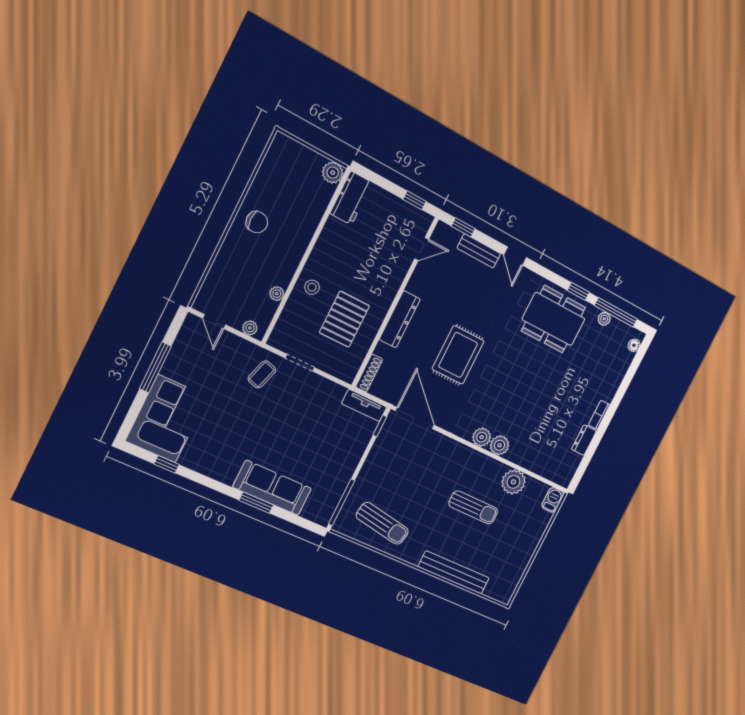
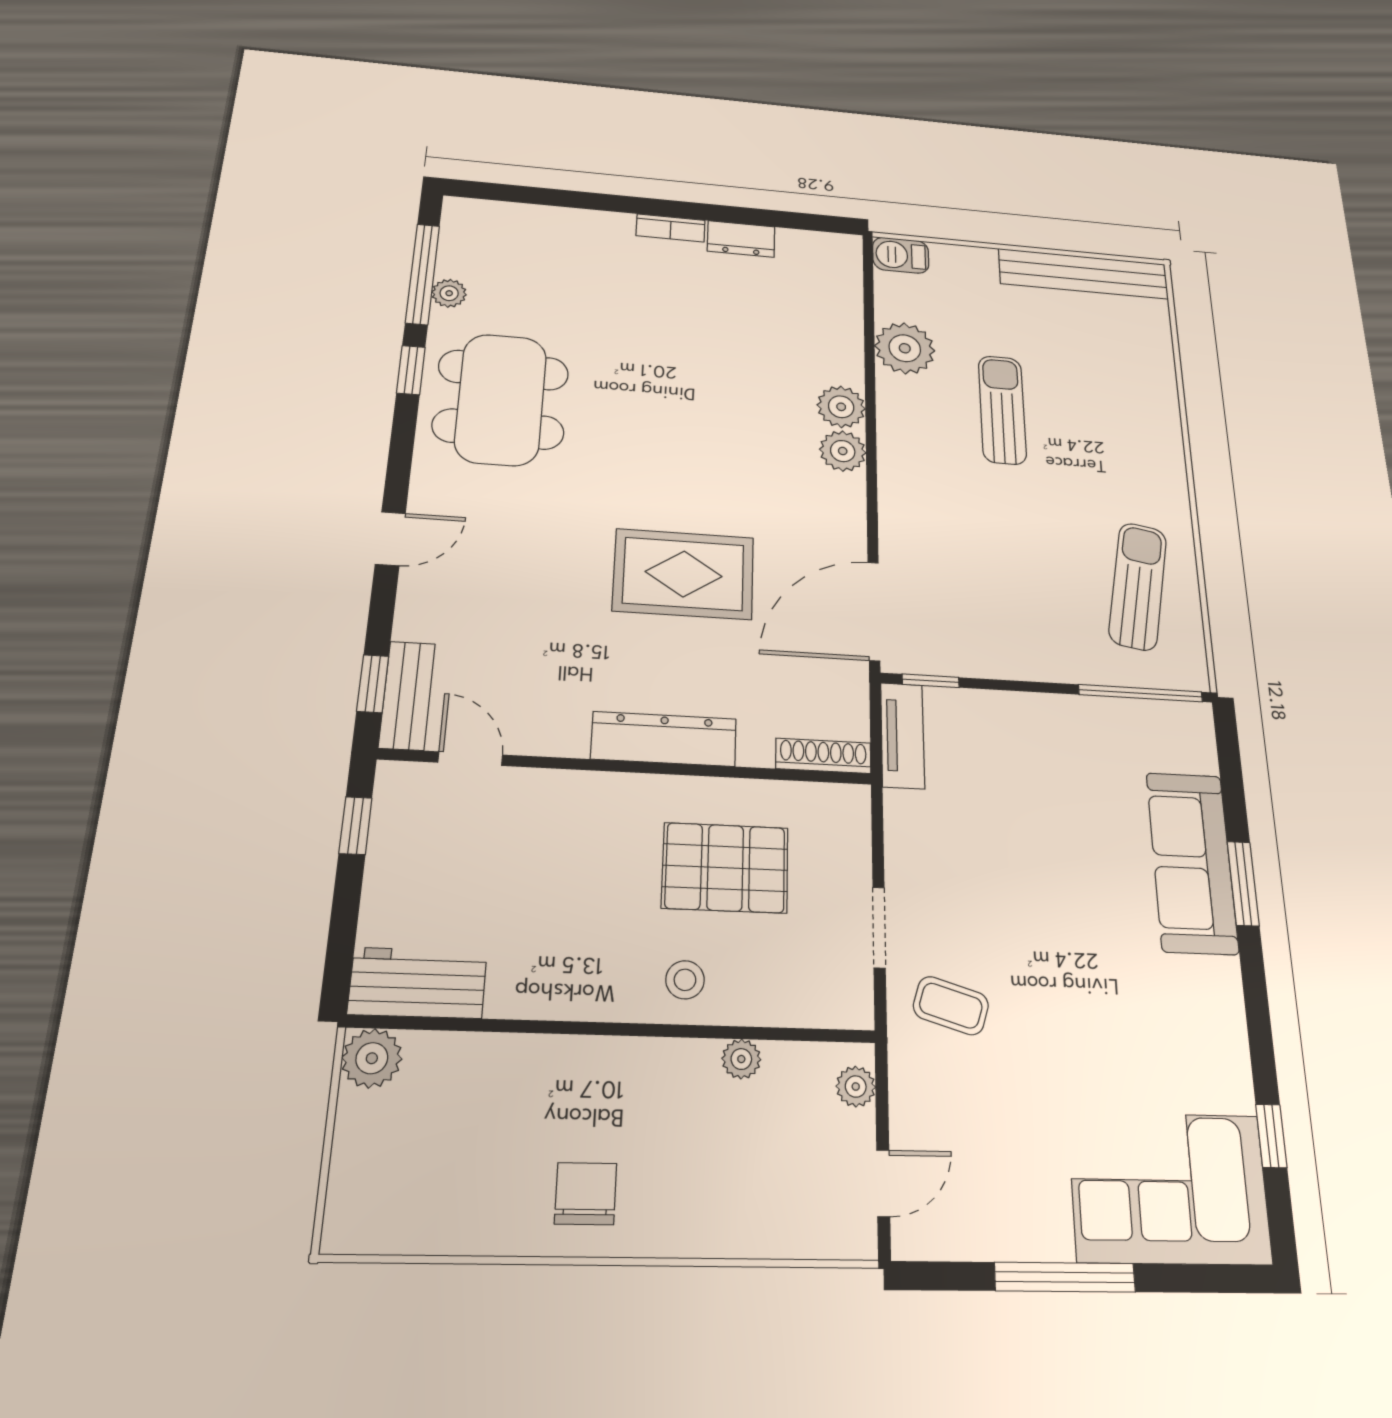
bench: (479, 251) -> (407, 695), moved
floor lamp: (634, 345) -> (481, 211), removed
bench: (454, 572) -> (1083, 274), moved, turned 90

